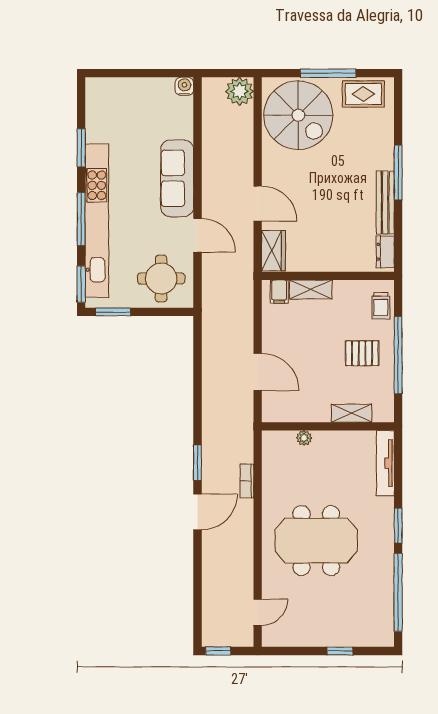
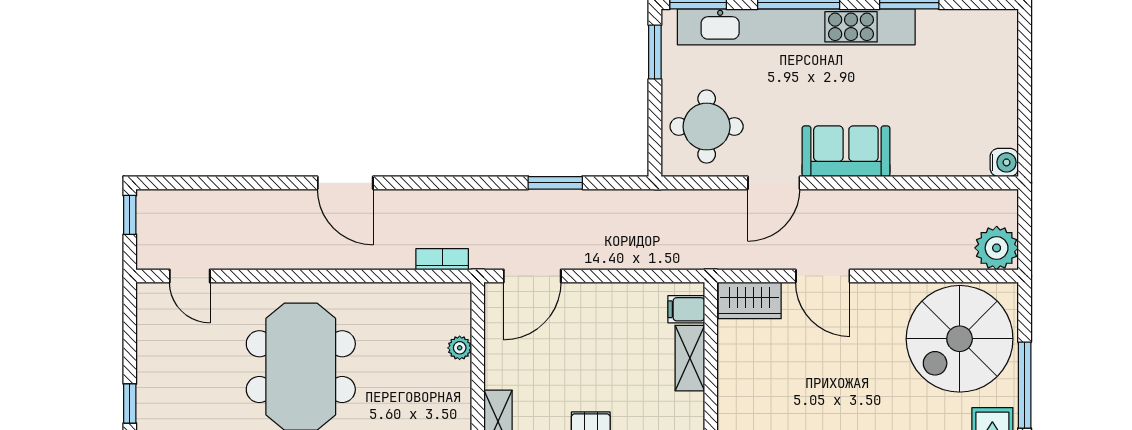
sofa: (177, 178) -> (846, 151), width x0.73
door: (258, 204) -> (823, 276), hinge flipped
door: (258, 372) -> (532, 276), moved
window: (198, 463) -> (555, 183), moved
bookcase: (247, 481) -> (442, 259), moved

